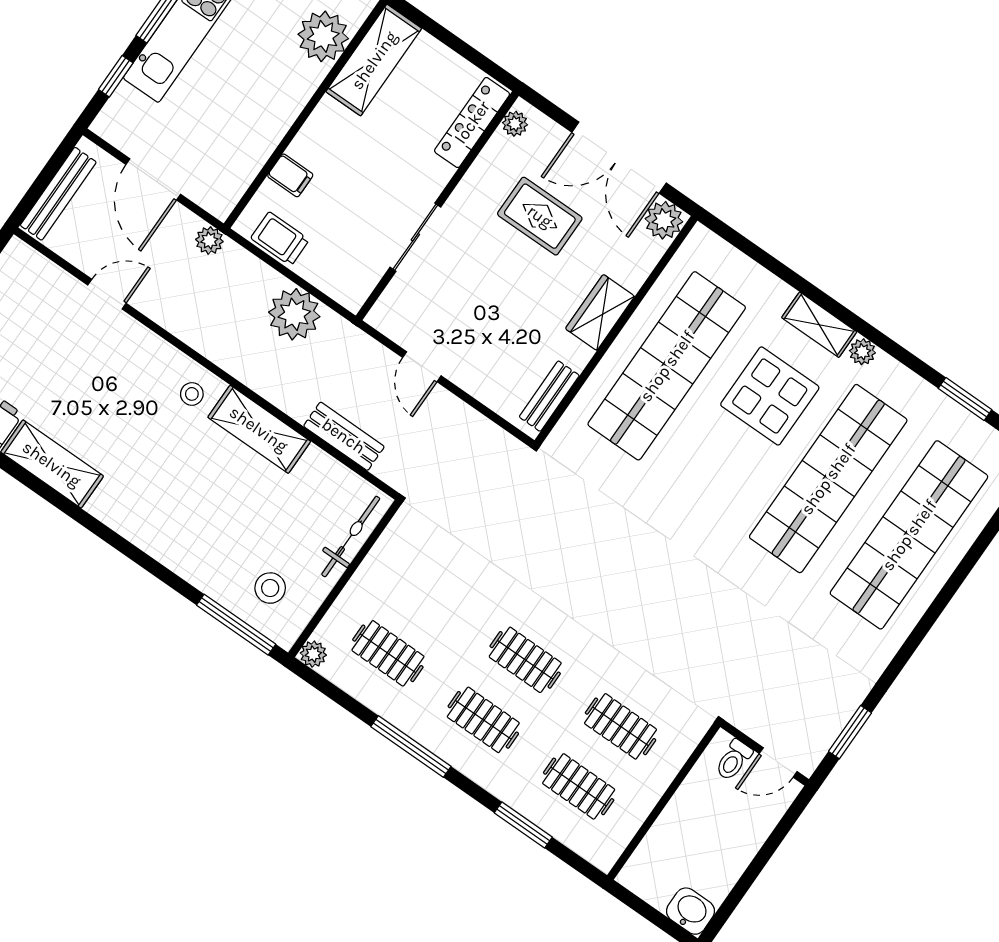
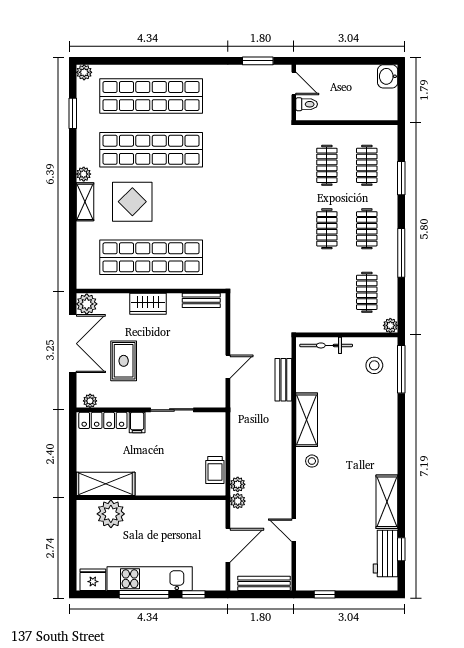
filing cabinet: (290, 175) -> (137, 422), moved, turned 180
plant: (294, 314) -> (238, 484), moved, width x0.53, depth x0.53

